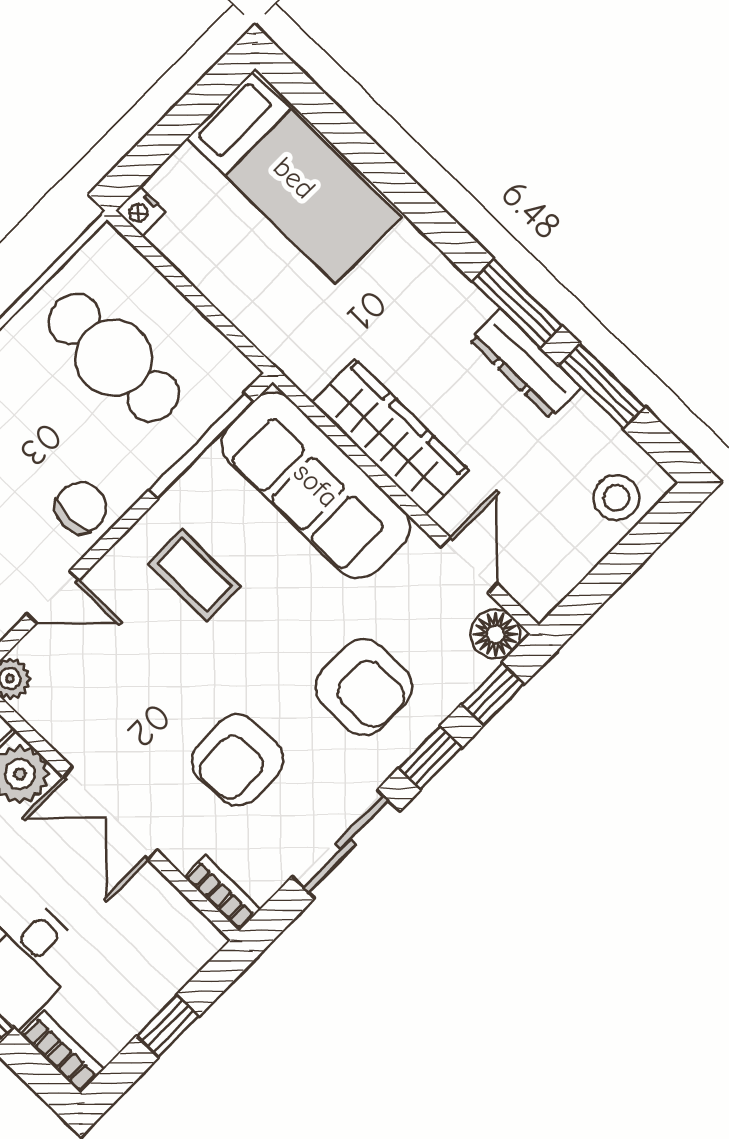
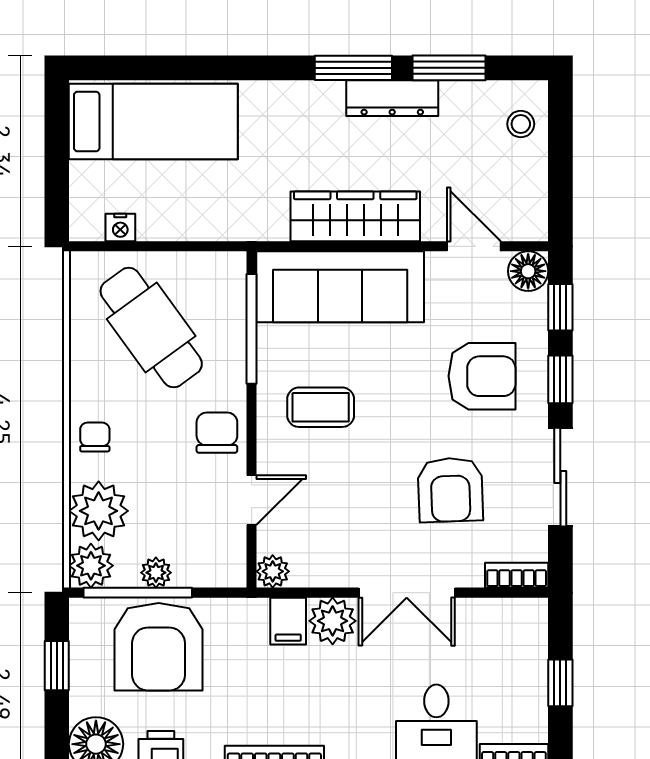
nightstand: (140, 211) -> (120, 227), moved
cafe table: (114, 358) -> (151, 327), turned 54
stool: (616, 498) -> (521, 124), width x0.73, depth x0.73

